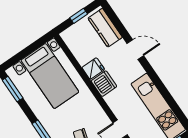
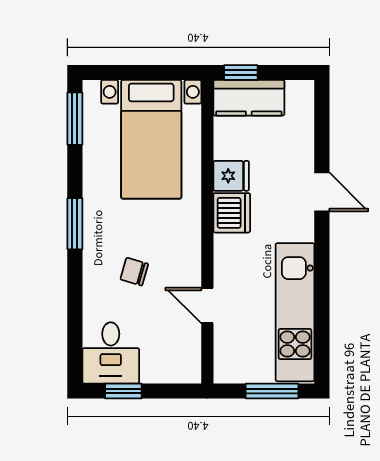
window: (79, 16) -> (241, 73), moved
kitchen counter: (105, 28) -> (249, 98), moved, turned -90

